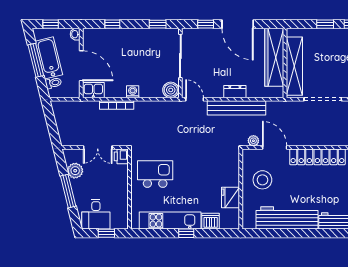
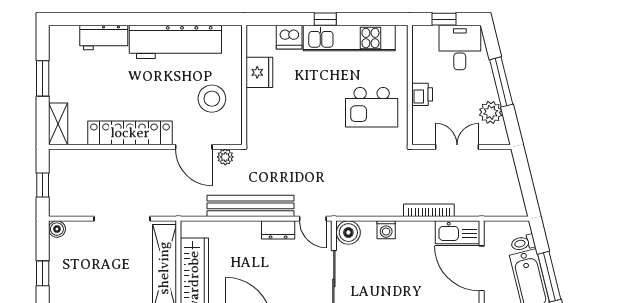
kitchen sink: (93, 90) -> (458, 232), width x1.38
washing machine: (133, 92) -> (386, 230), moved
dresser: (235, 92) -> (278, 230), moved
printer: (121, 156) -> (422, 94), moved

